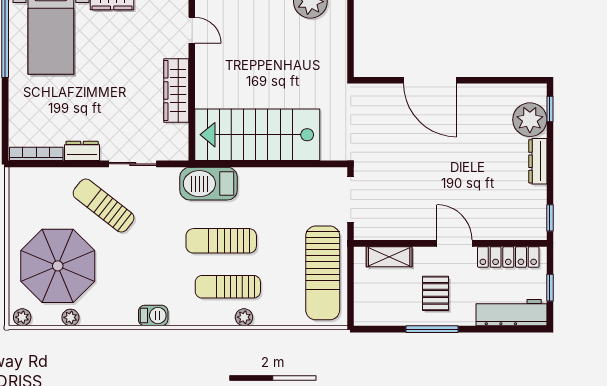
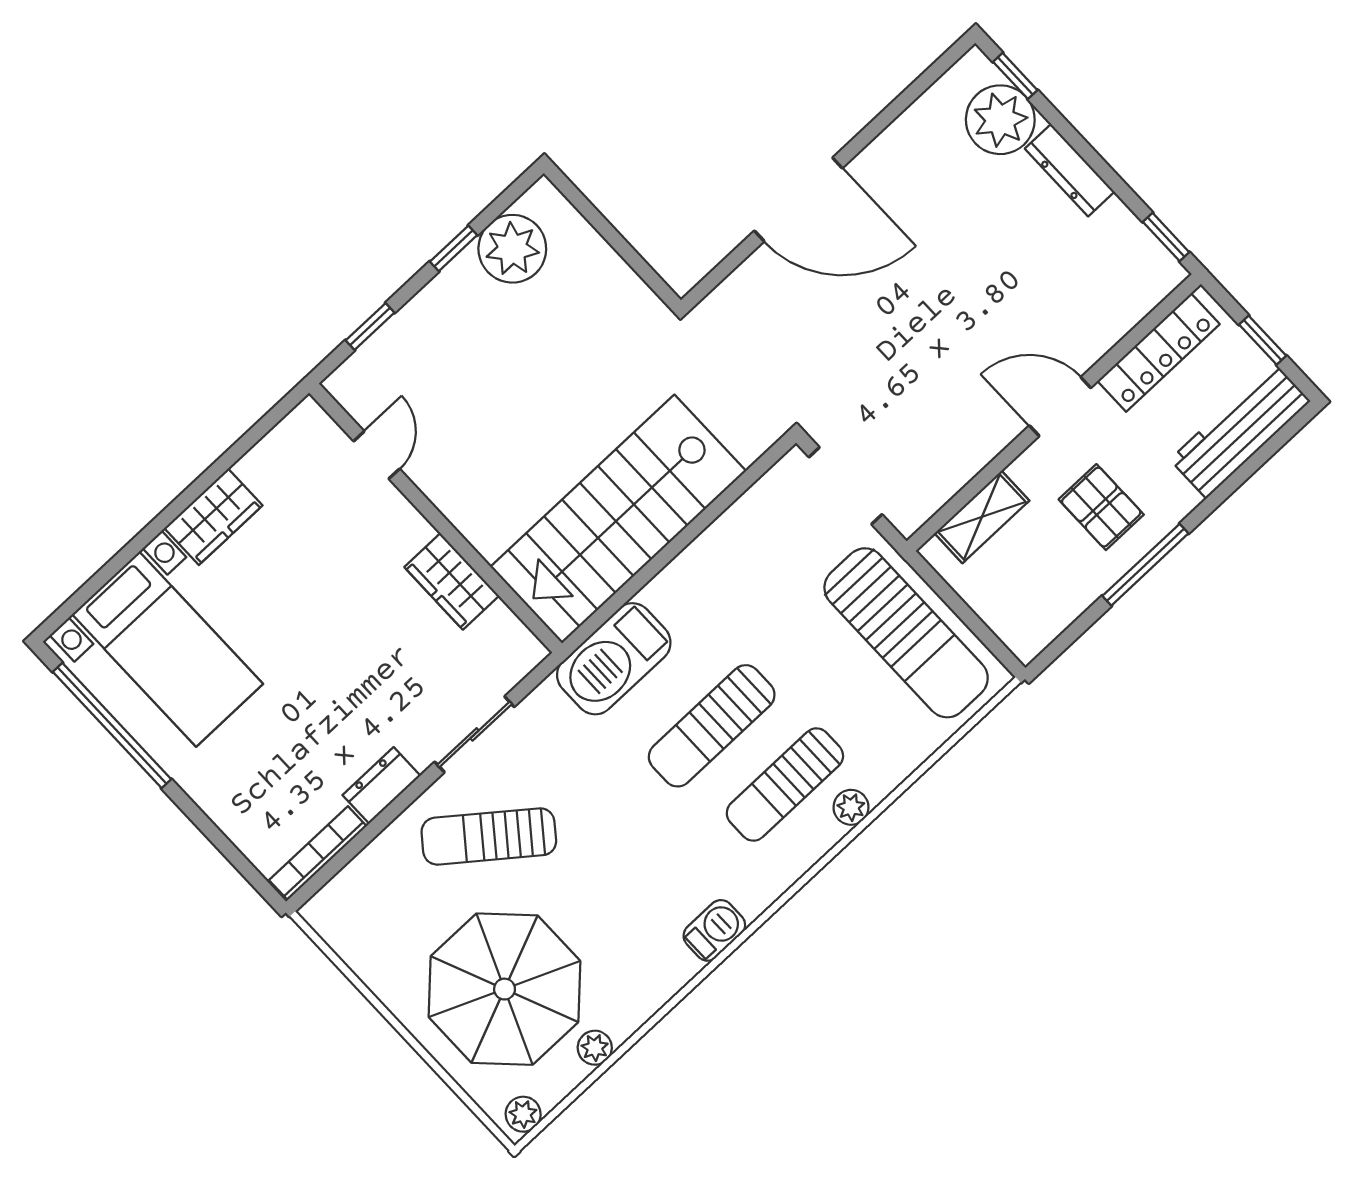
door: (192, 30) -> (377, 455), hinge flipped
wardrobe: (176, 90) -> (452, 581), width x0.67

